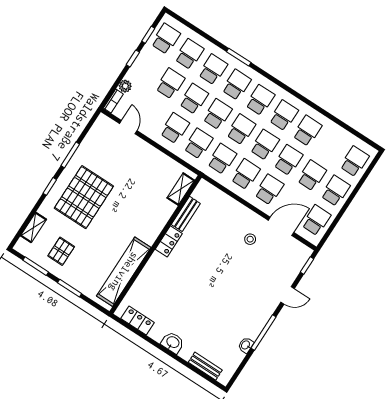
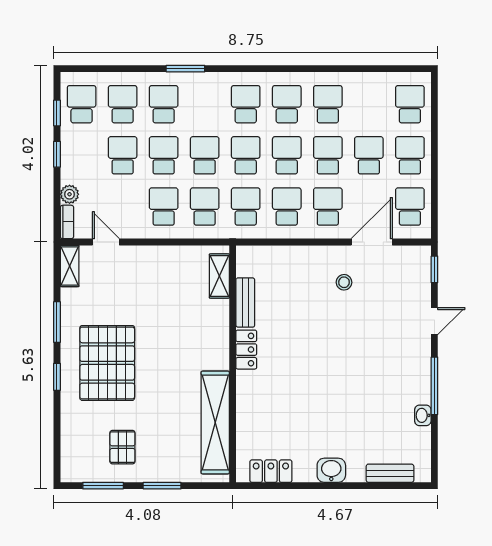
school desk: (237, 85) -> (205, 104), removed
shelving: (33, 228) -> (70, 266), moved

